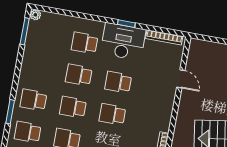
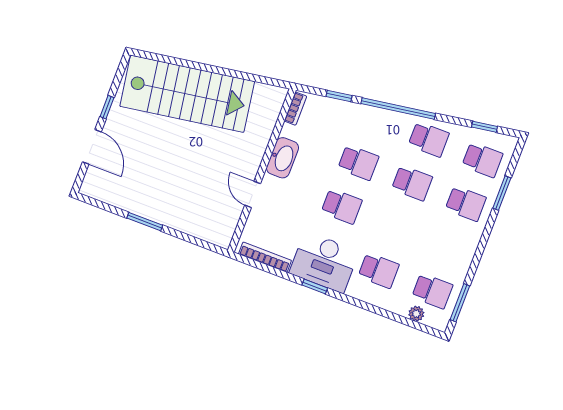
plant: (35, 15) -> (416, 314), moved
school desk: (79, 75) -> (432, 291), moved
washbasin: (165, 108) -> (282, 158), added

